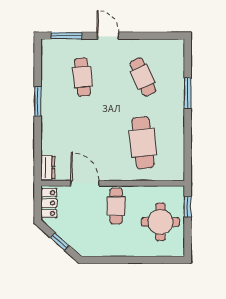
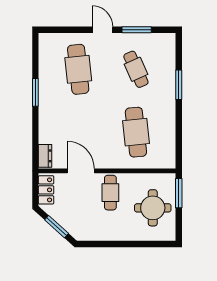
window: (66, 36) -> (137, 30), moved
cafe table: (82, 77) -> (78, 69), width x1.37, depth x1.35
window: (188, 207) -> (179, 193), width x1.50
window: (60, 242) -> (57, 227), width x1.50

